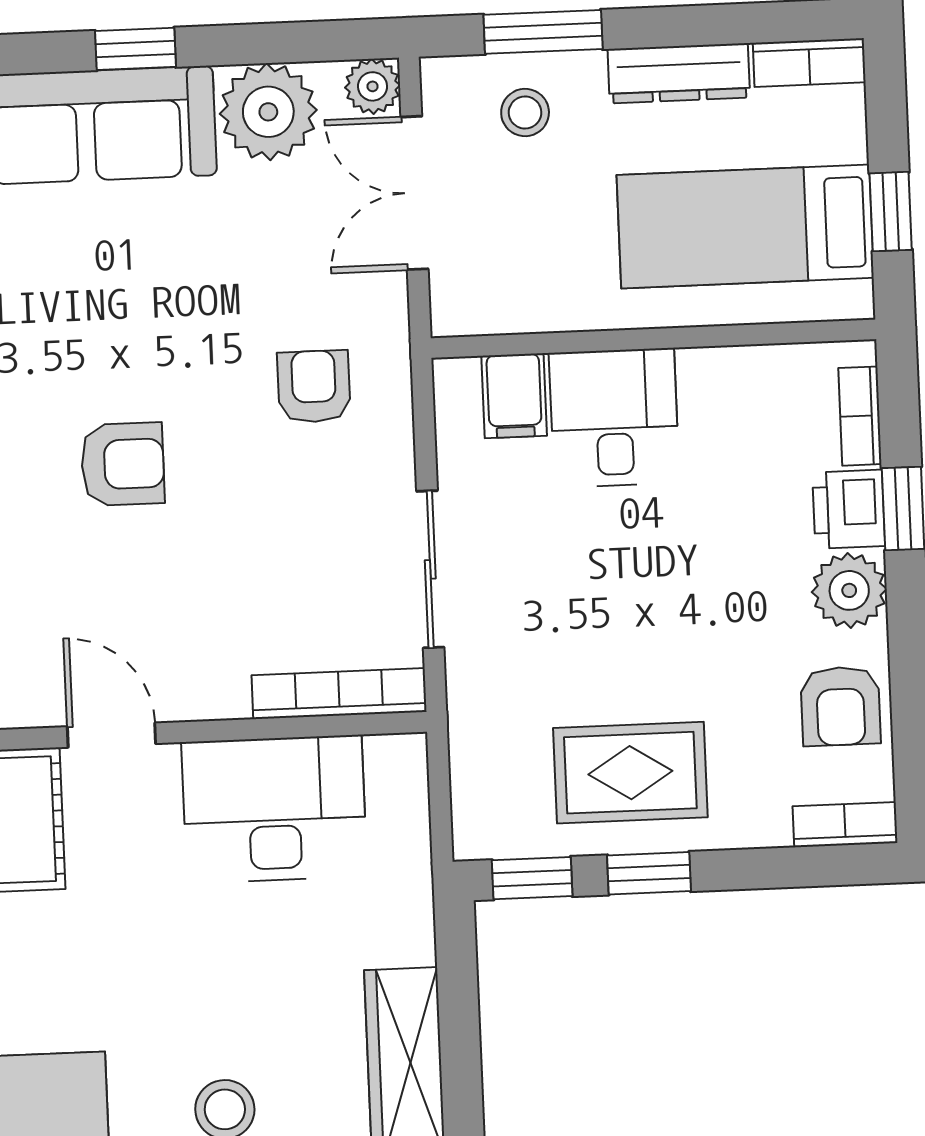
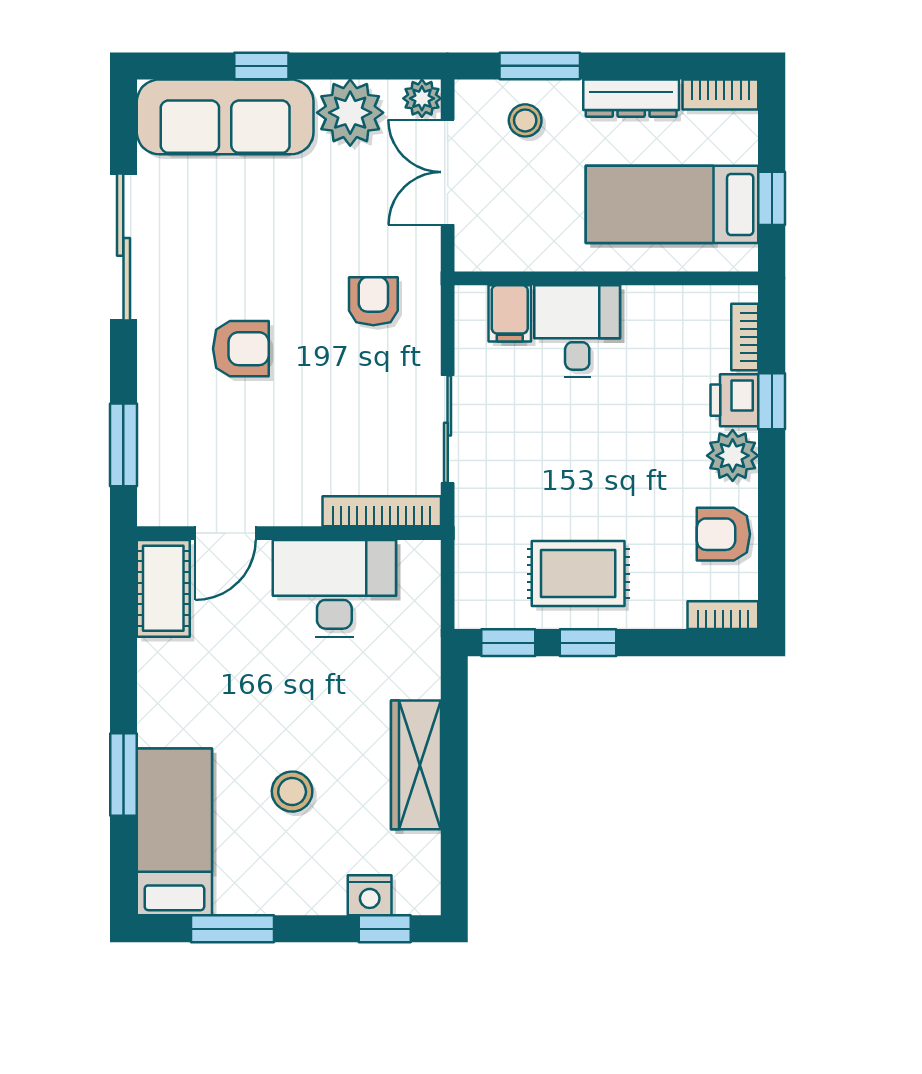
armchair: (841, 706) -> (723, 534), turned 90
door: (111, 735) -> (225, 533), swing flipped

